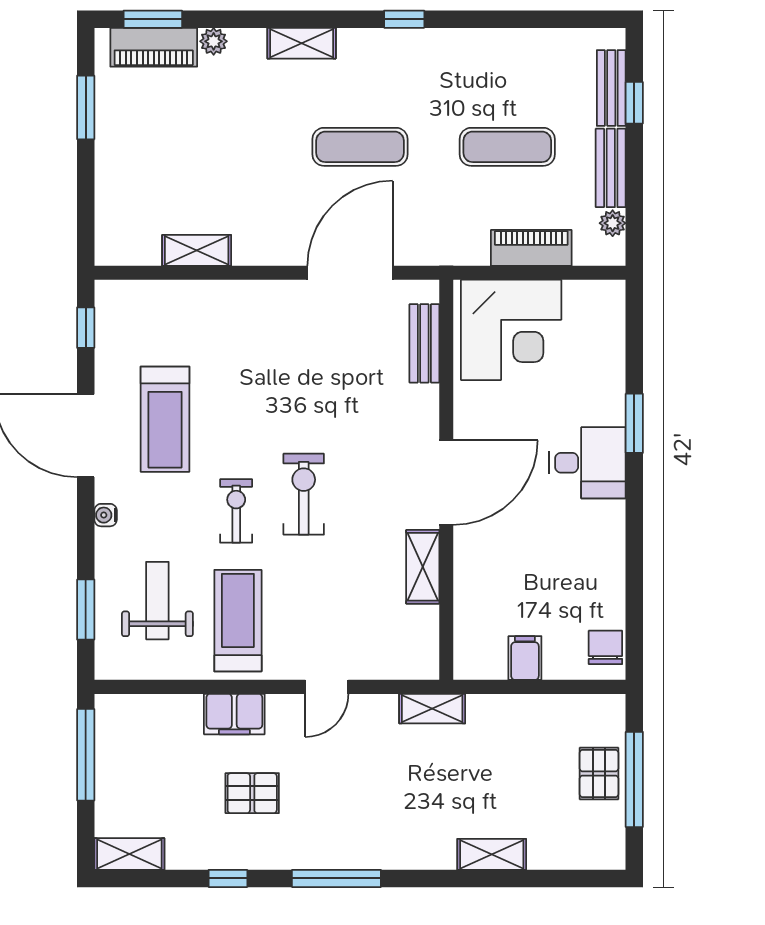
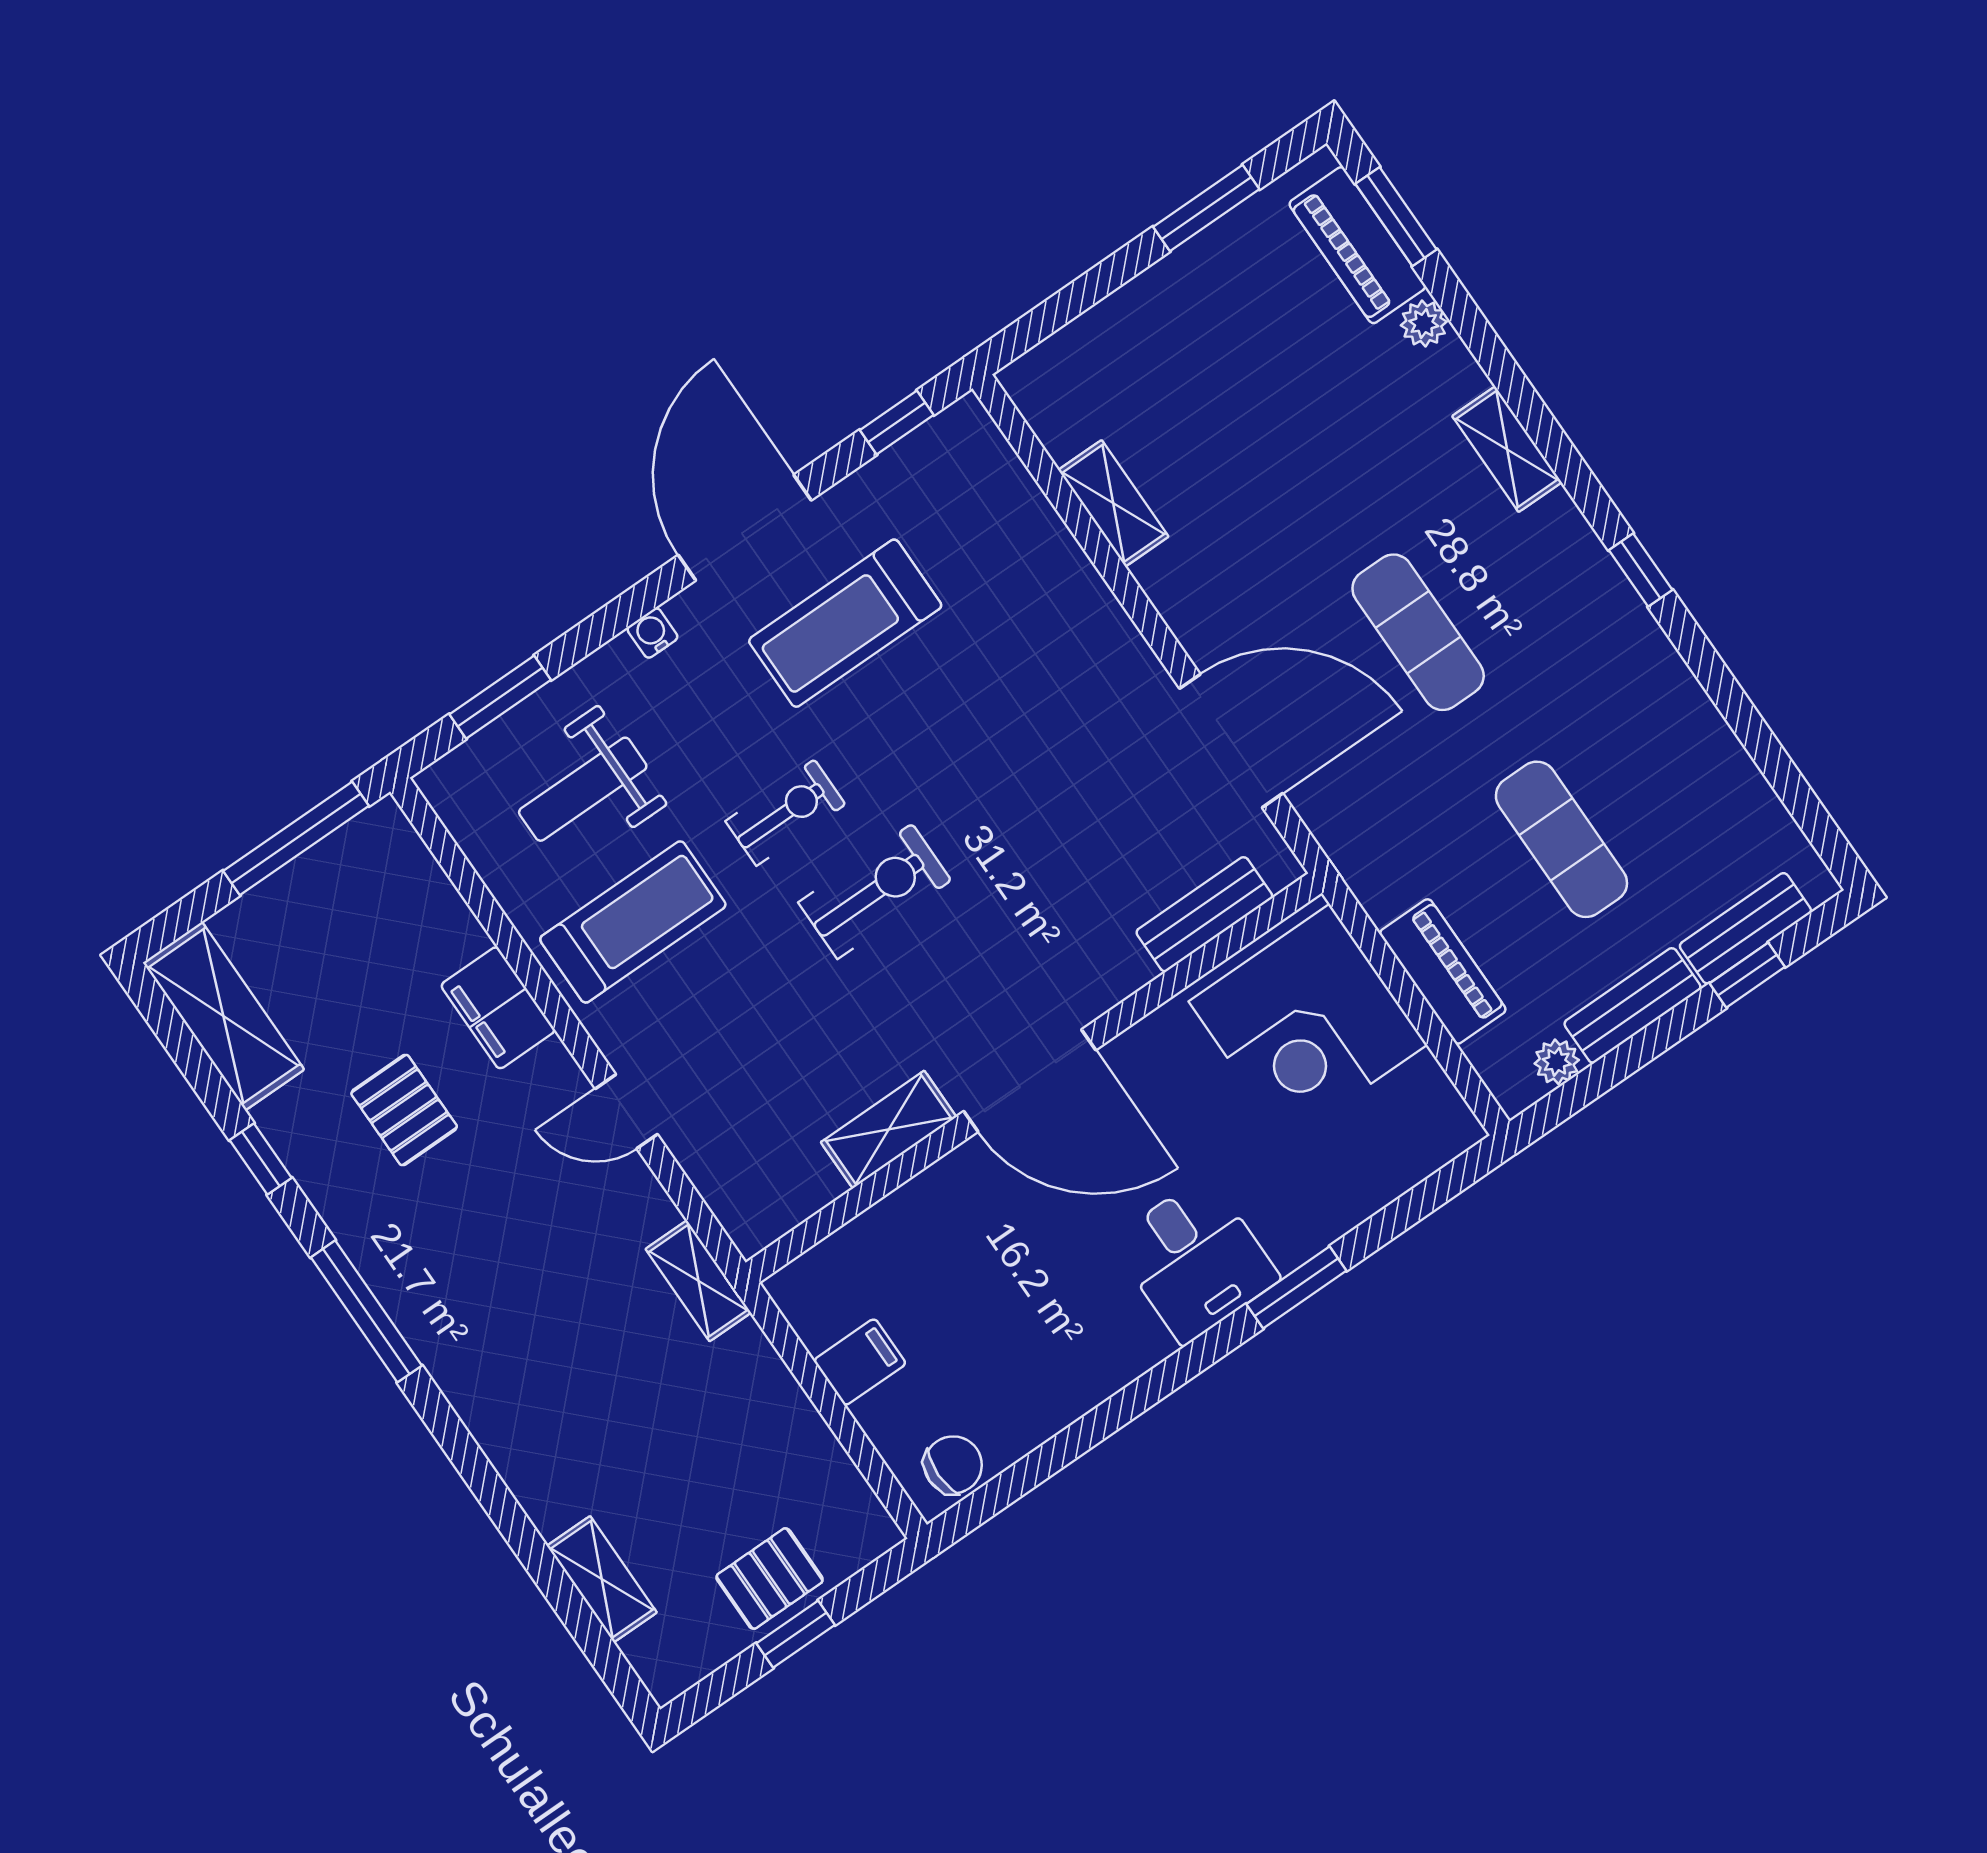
weight bench: (157, 601) -> (583, 789), turned 180
window: (634, 779) -> (796, 1634), width x0.46
shelving: (129, 854) -> (224, 1016), width x1.50, depth x1.33
shelving: (492, 854) -> (602, 1579), moved

